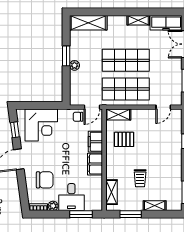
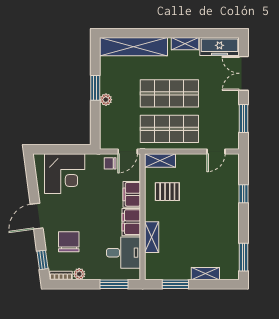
shelving: (88, 23) -> (134, 47), width x1.47
window: (15, 130) -> (43, 260), moved
trolley: (140, 178) -> (187, 240), removed
chair: (45, 180) -> (69, 242), turned -90
shelving: (111, 192) -> (152, 237), moved
desk: (71, 197) -> (123, 253), moved, turned -90

